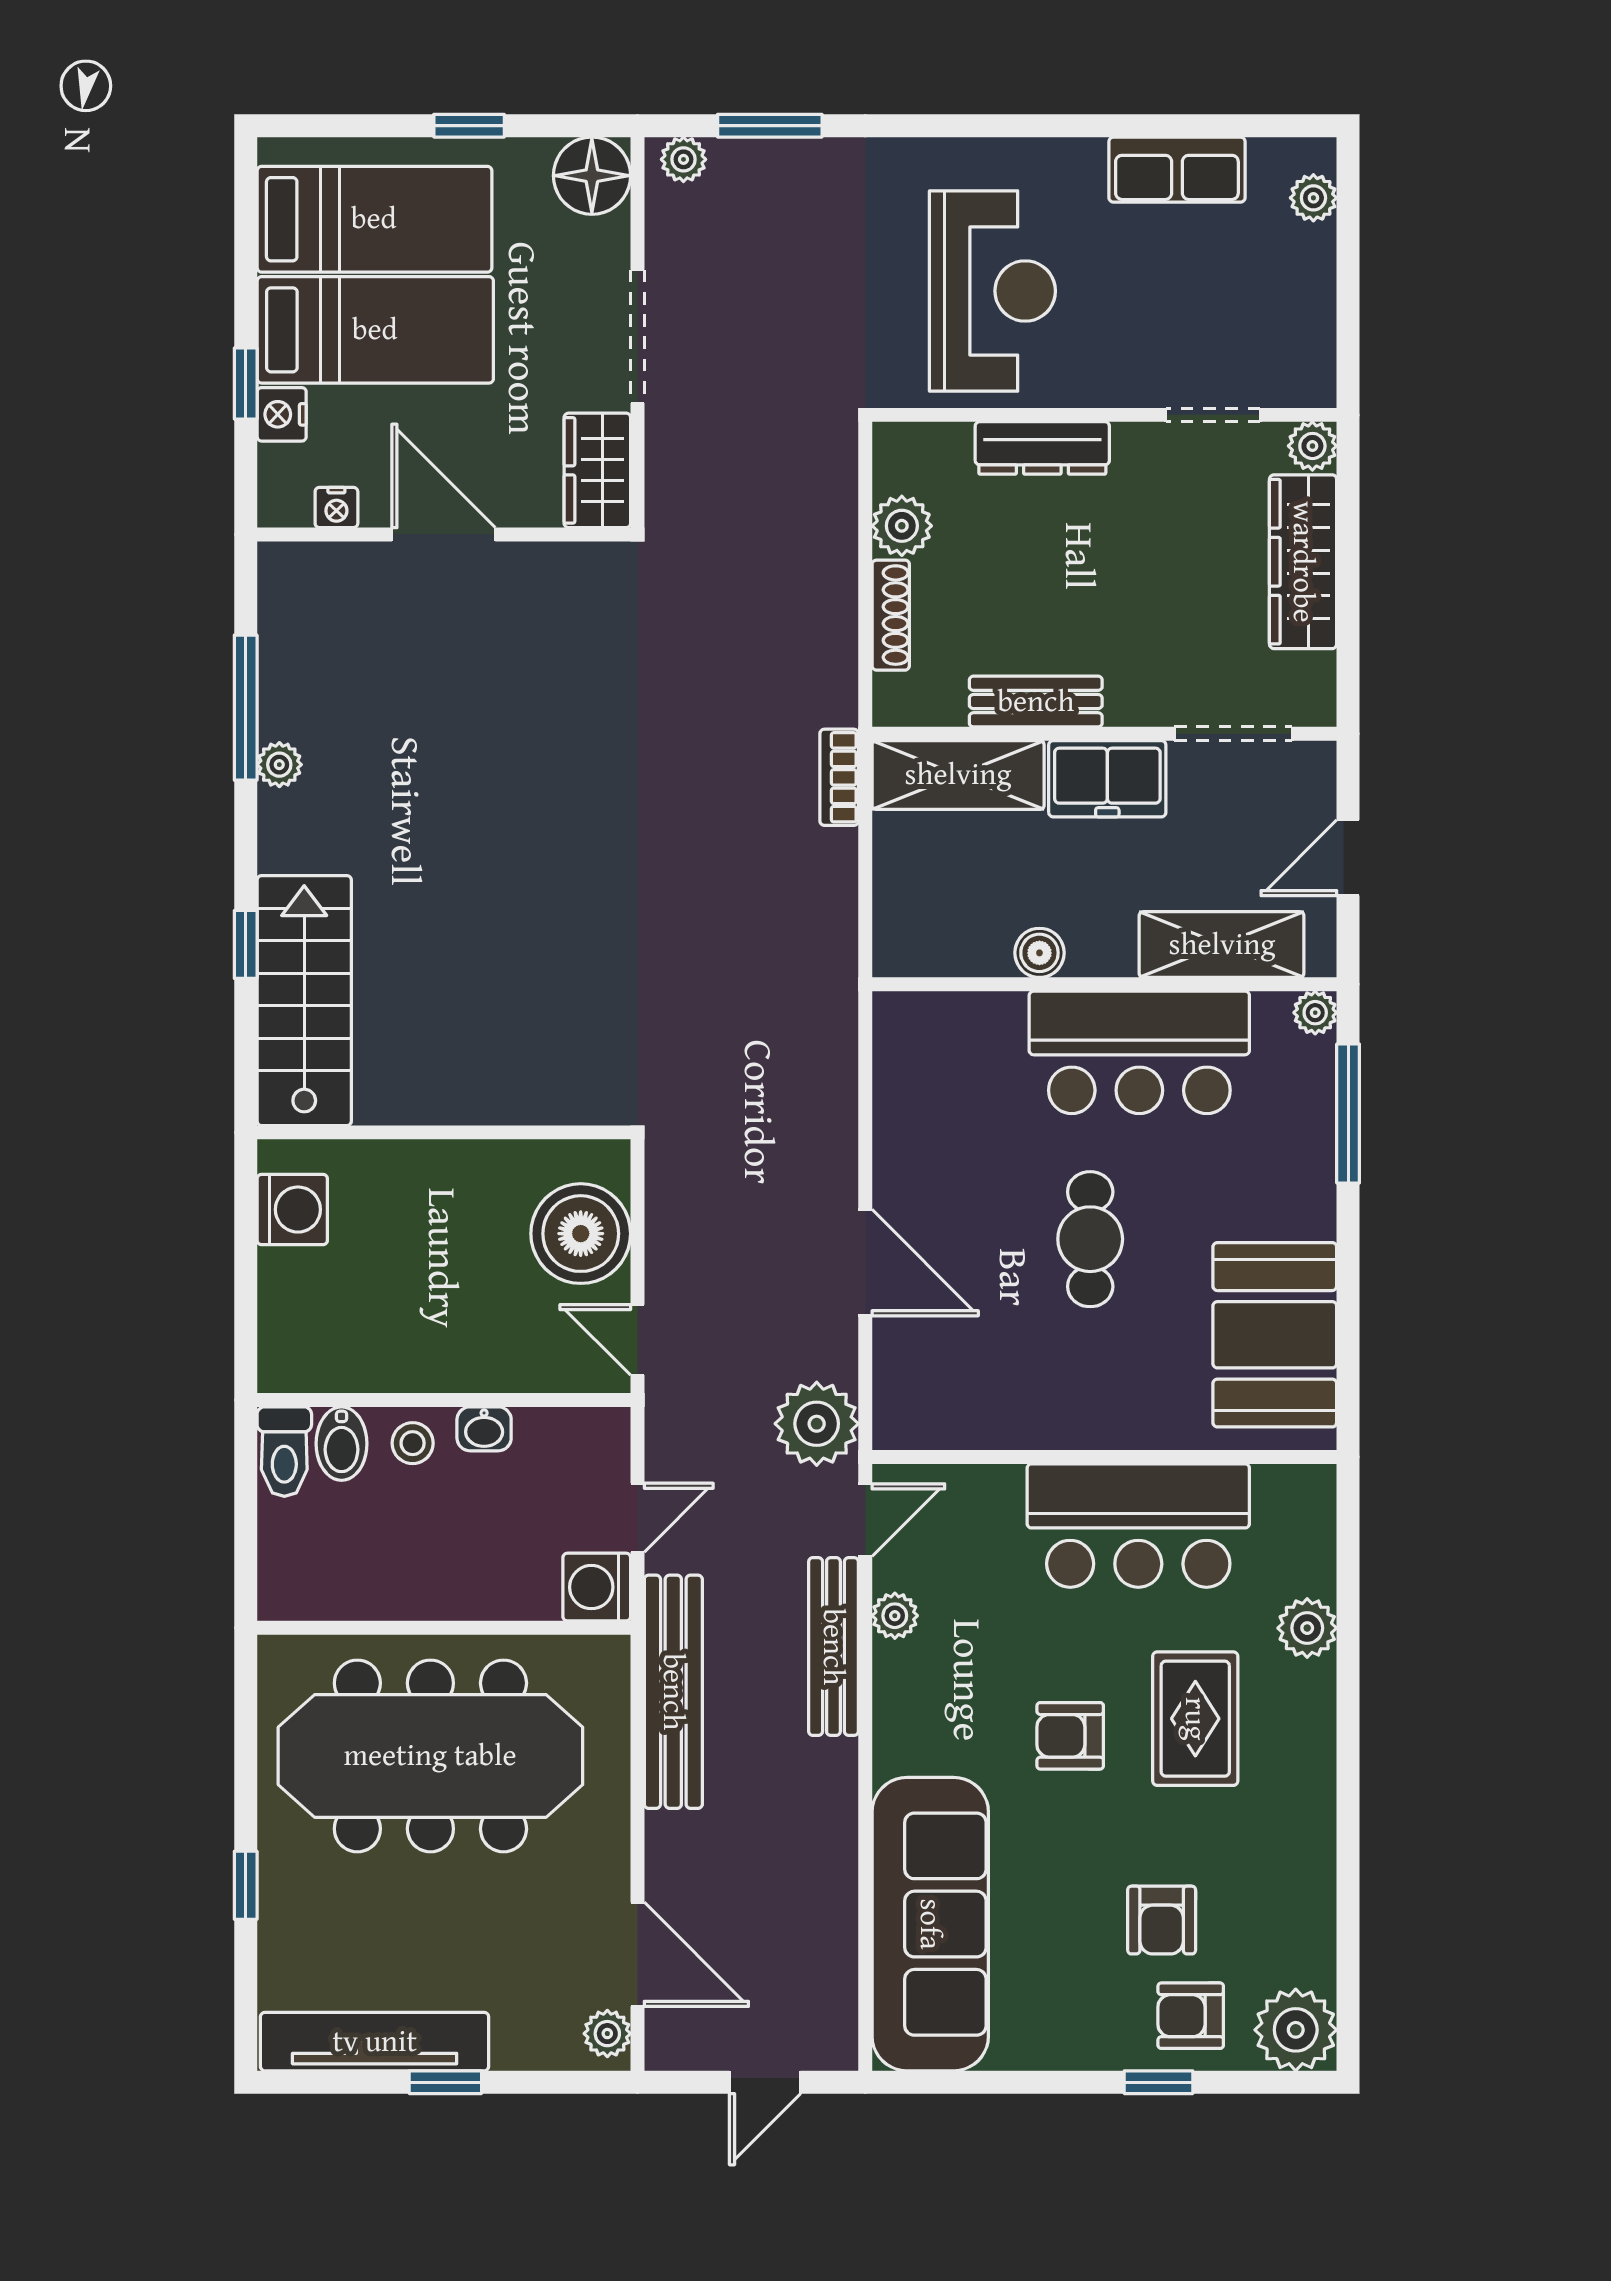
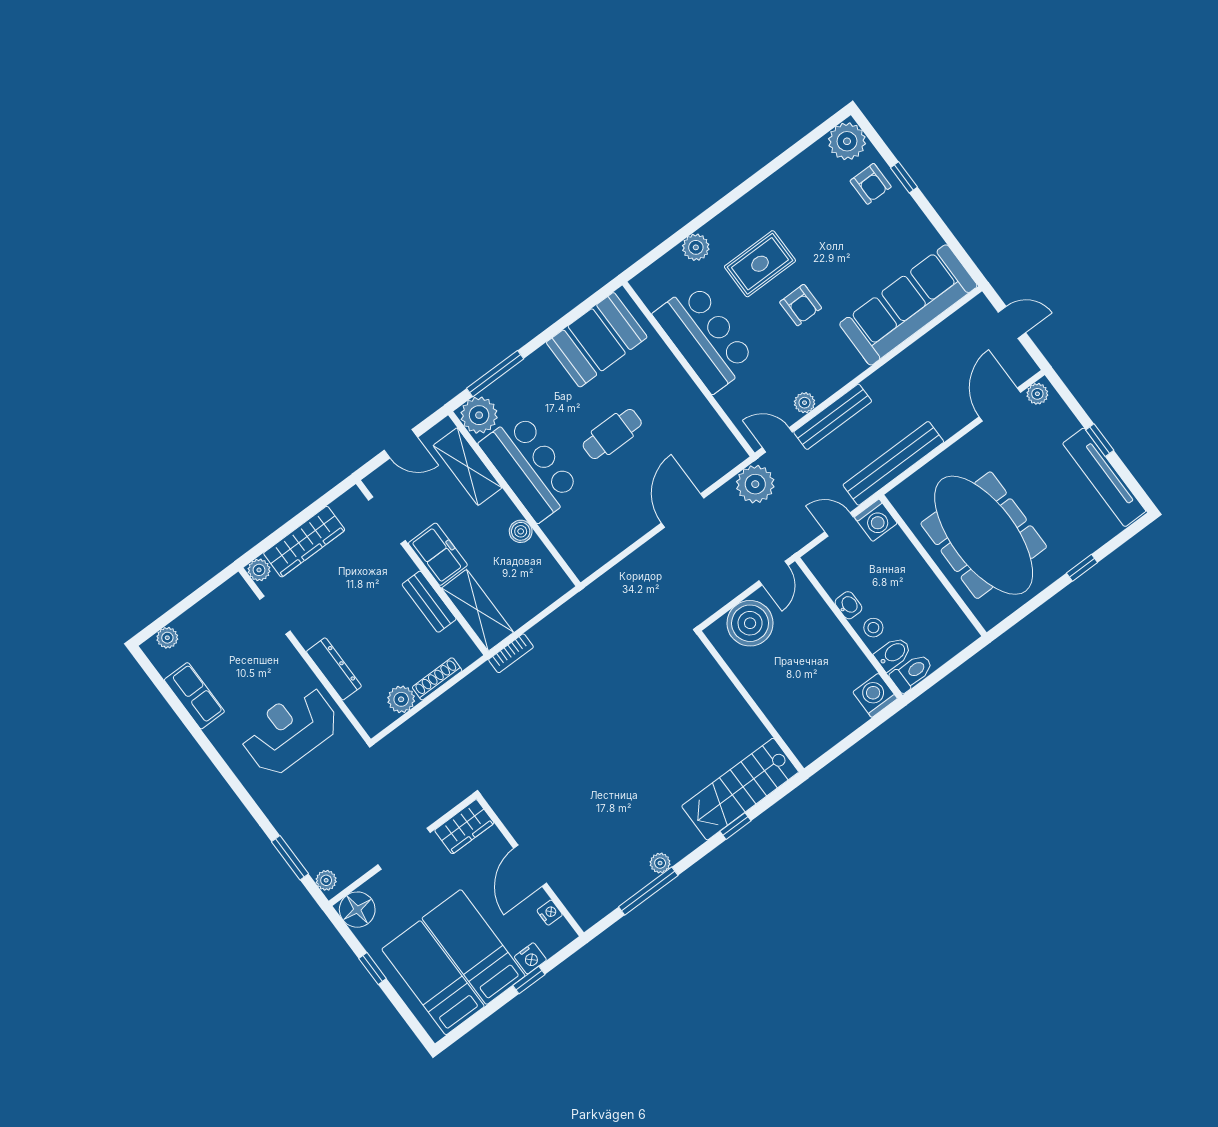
plant: (1315, 1013) -> (479, 415), width x1.88, depth x1.88
washing machine: (292, 1210) -> (875, 695), moved
armchair: (1162, 1920) -> (843, 221), removed

